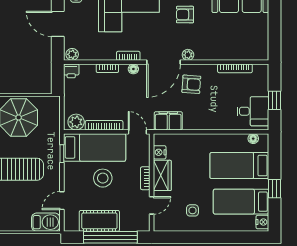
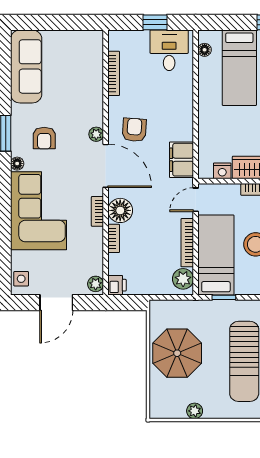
floor lamp: (133, 69) -> (120, 210), width x1.89, depth x1.89

